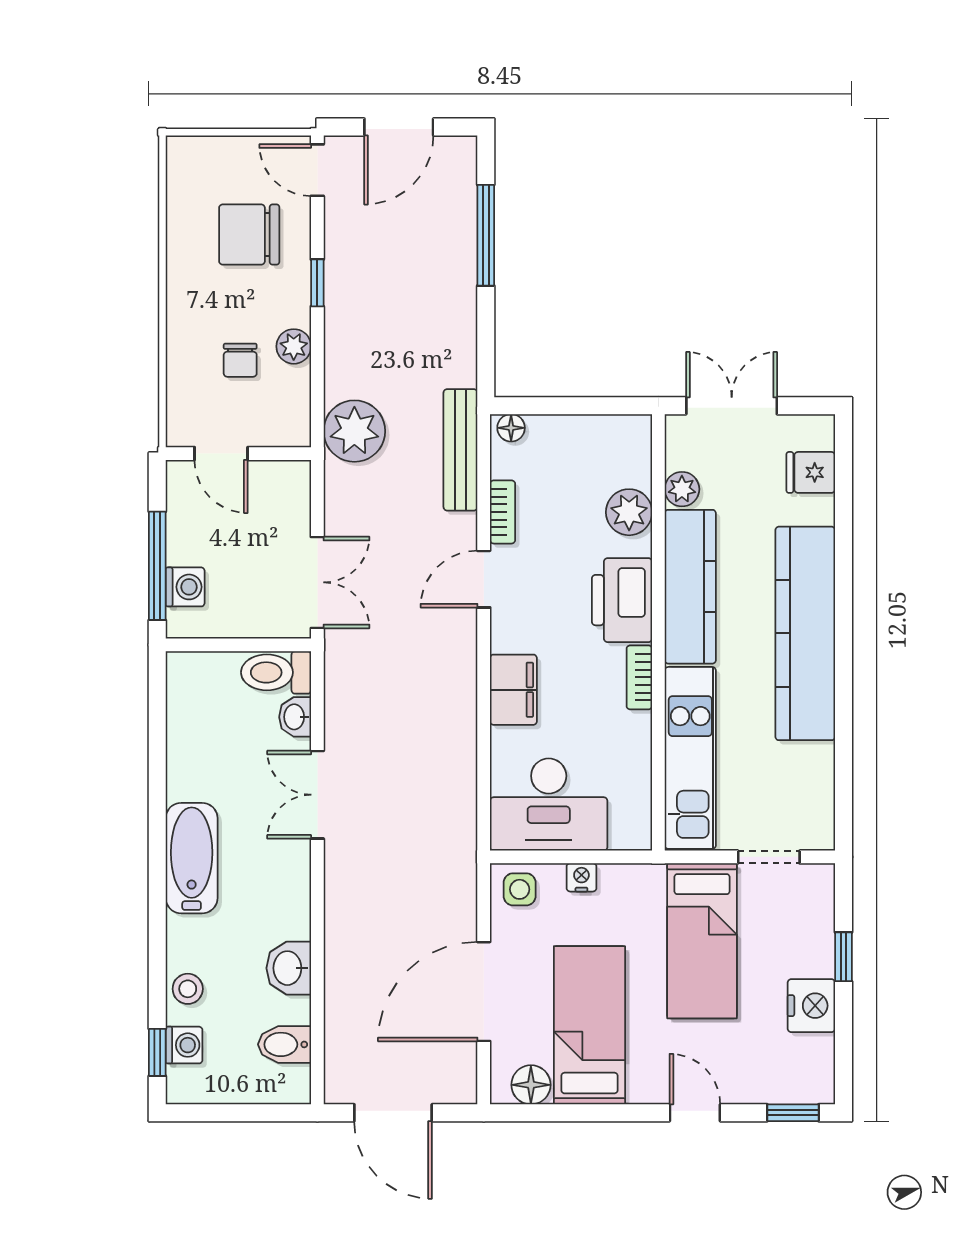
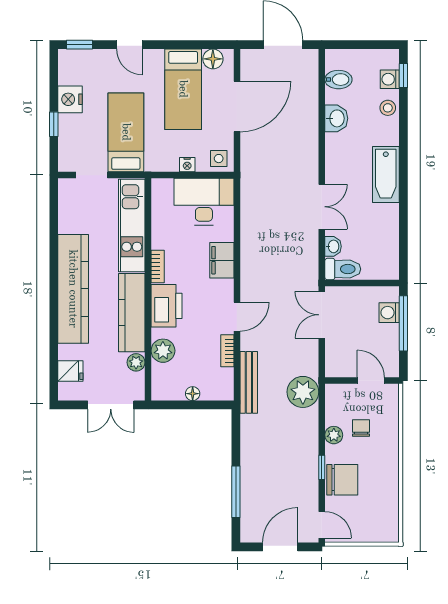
chair: (249, 235) -> (342, 480), moved
floor lamp: (511, 428) -> (193, 394), moved

